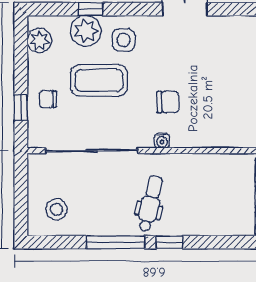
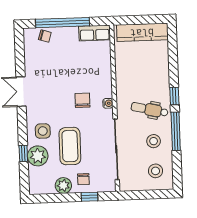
plant: (39, 41) -> (63, 186), moved
stool: (102, 208) -> (154, 141), added

